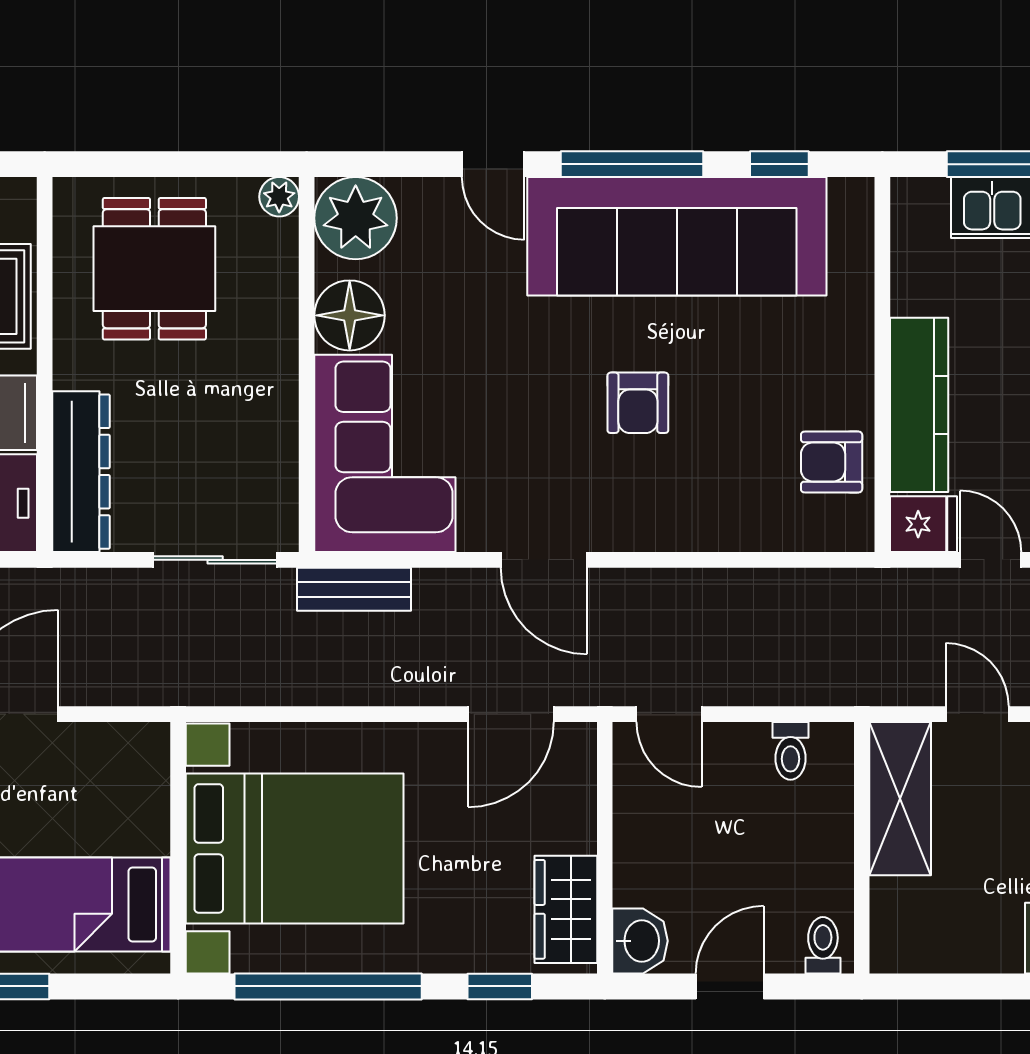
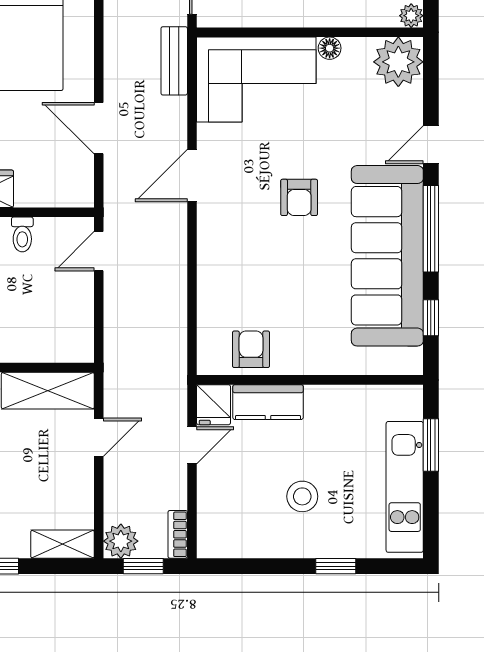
floor lamp: (350, 315) -> (330, 48), width x0.53, depth x0.53
armchair: (638, 403) -> (299, 197), moved, turned -90
kitchen counter: (919, 405) -> (268, 402), width x0.67
door: (511, 714) -> (99, 128), moved
toilet: (791, 751) -> (22, 234), moved, turned -90

